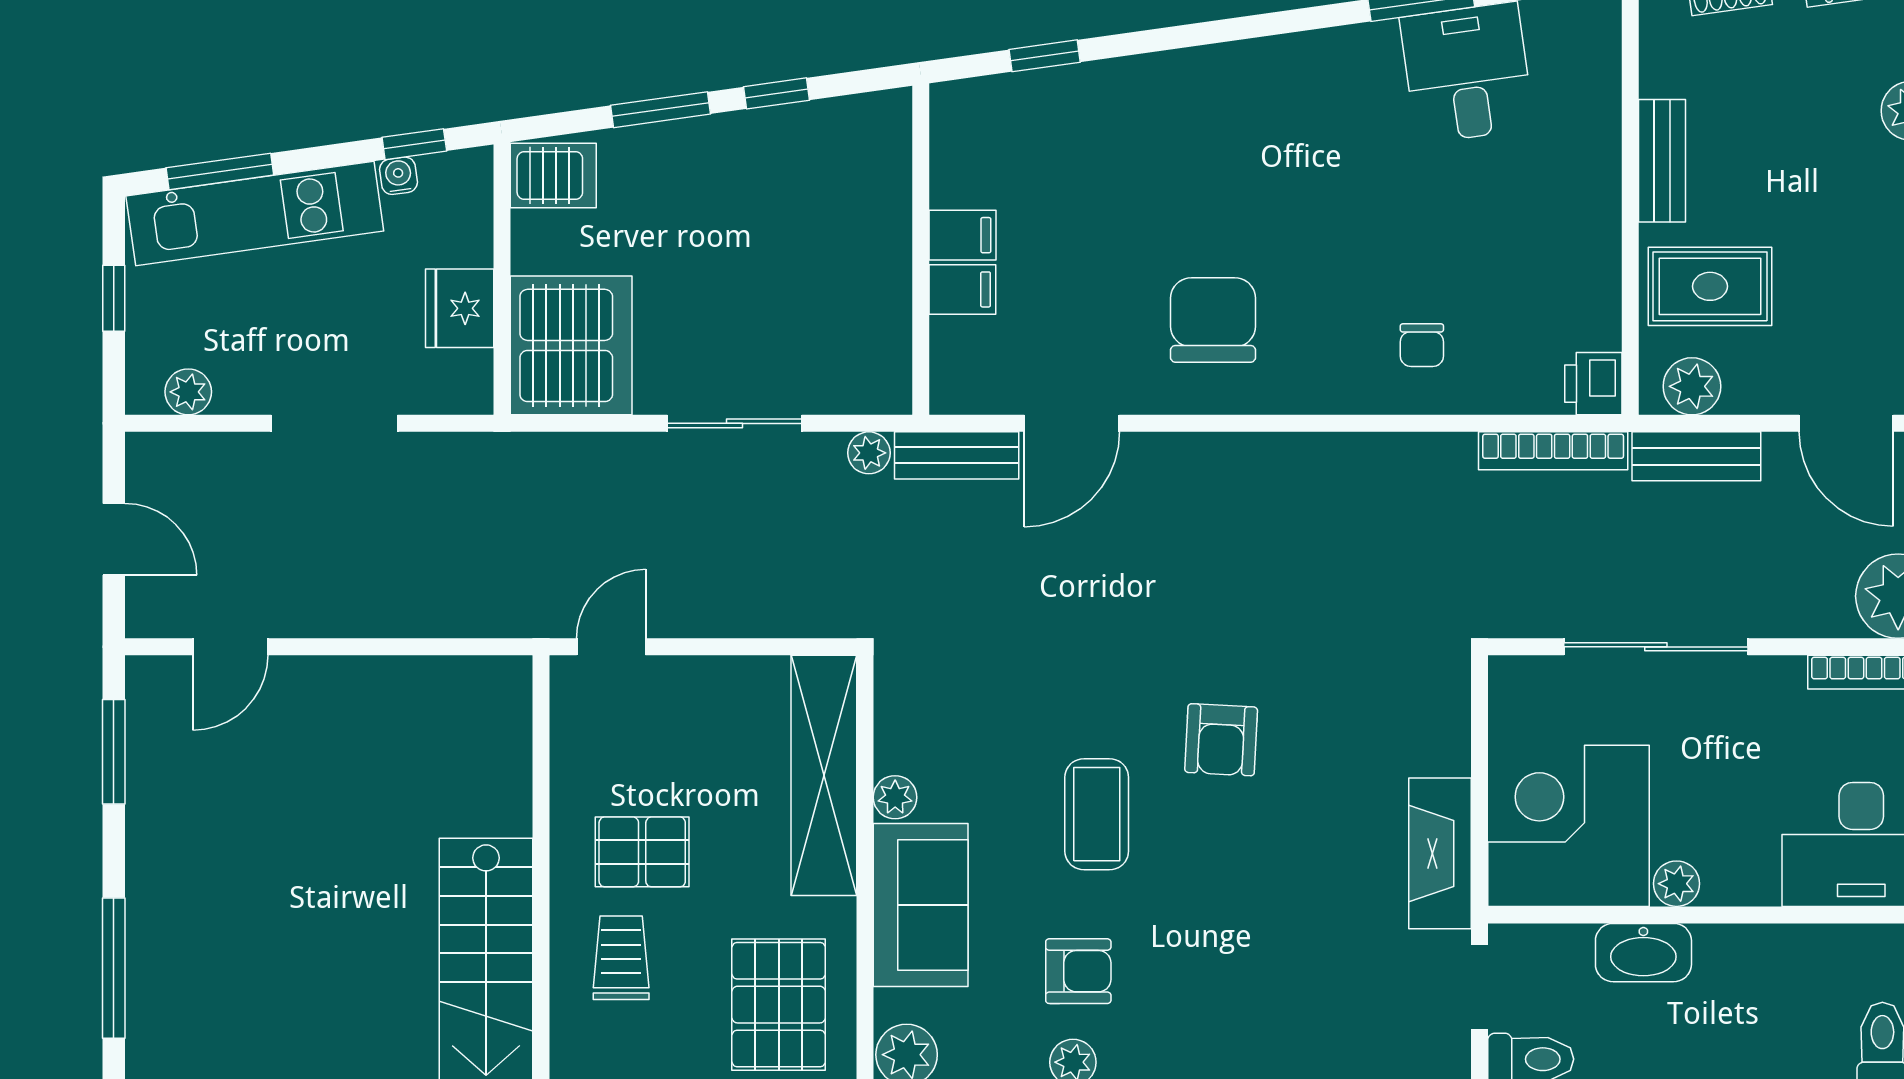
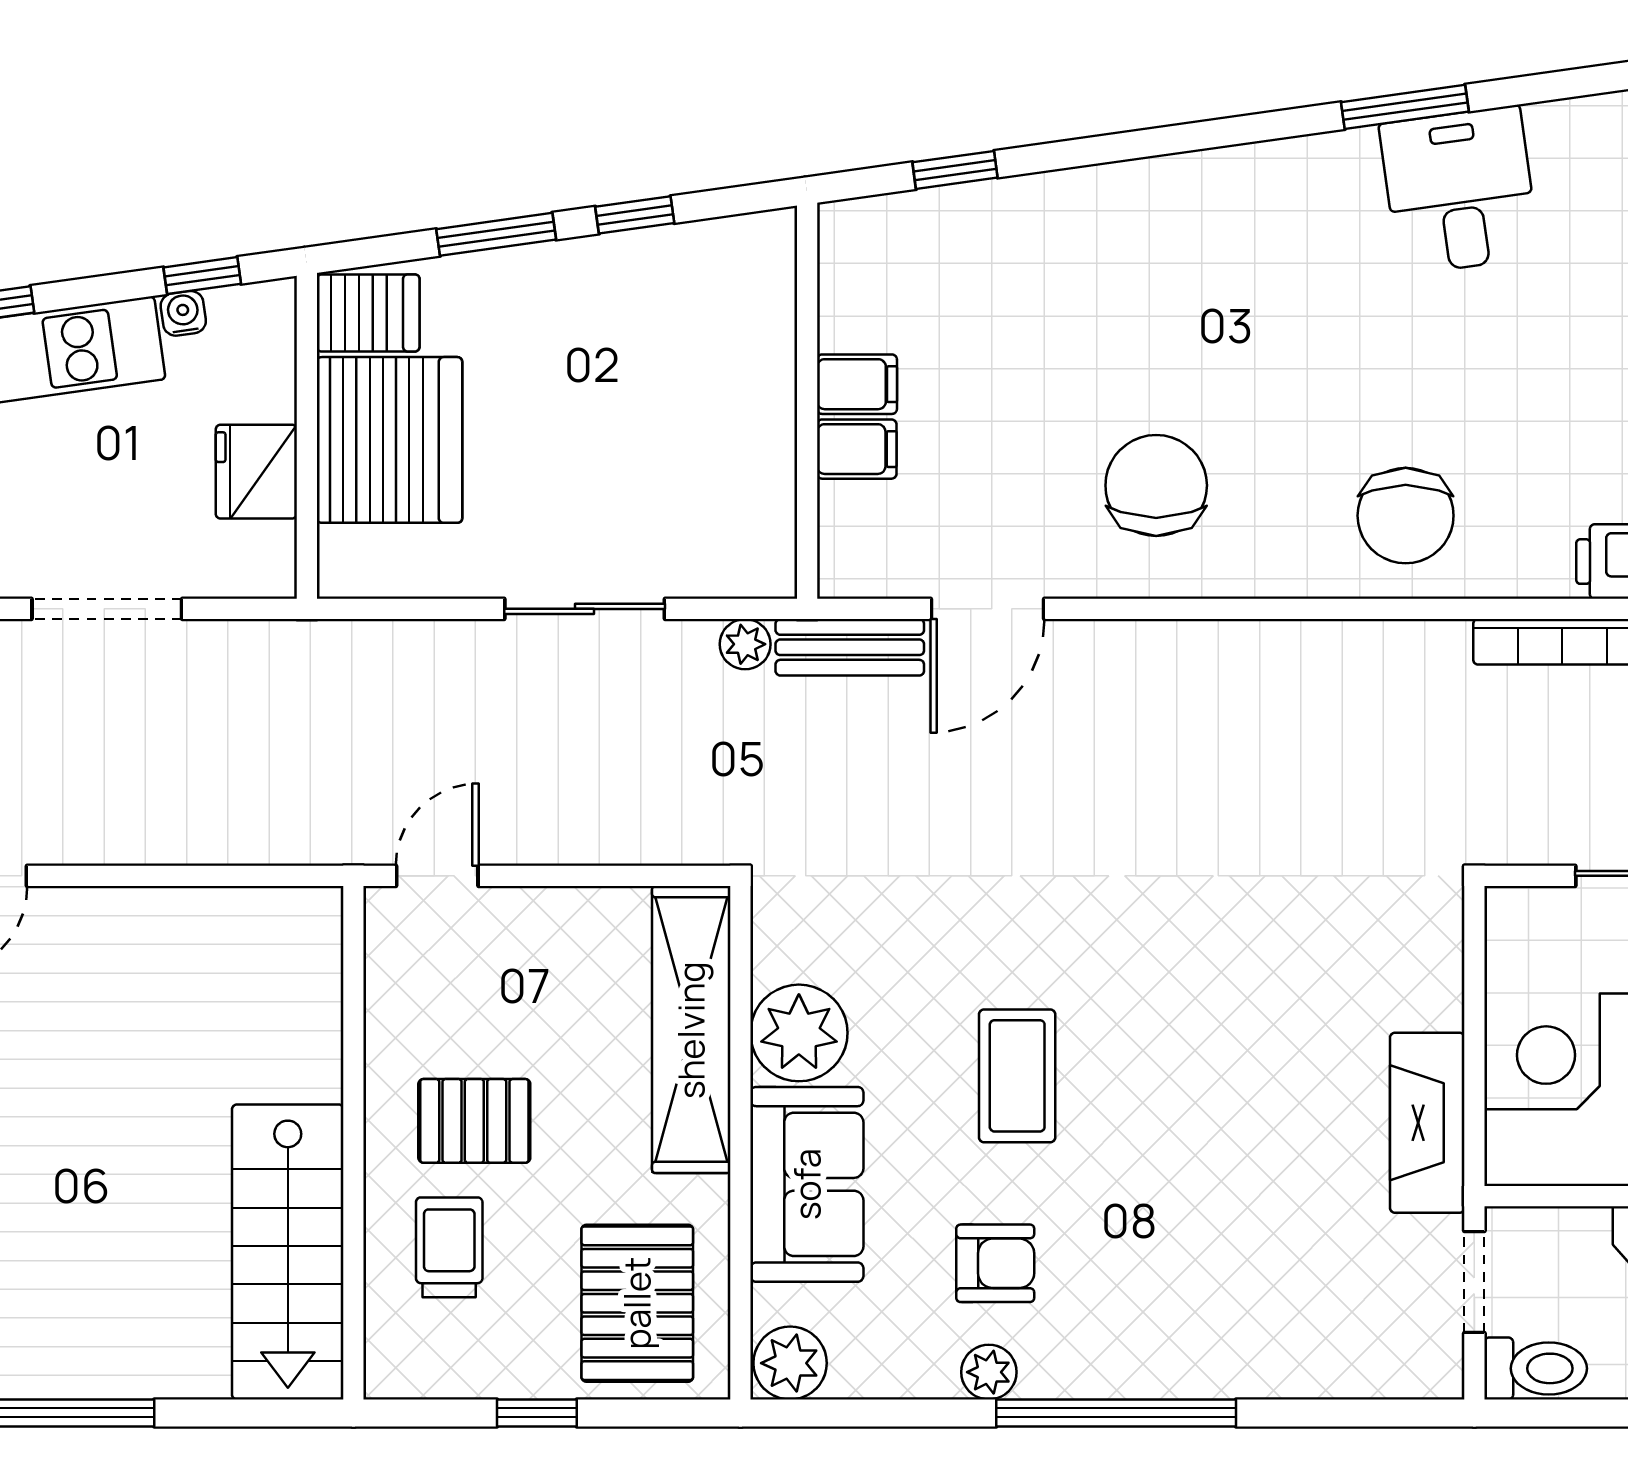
server rack: (571, 345) -> (389, 440), moved
chair: (1422, 345) -> (1406, 516), width x1.87, depth x1.87
armchair: (1221, 740) -> (1166, 987), removed
plant: (895, 797) -> (799, 1033), width x1.88, depth x1.88

